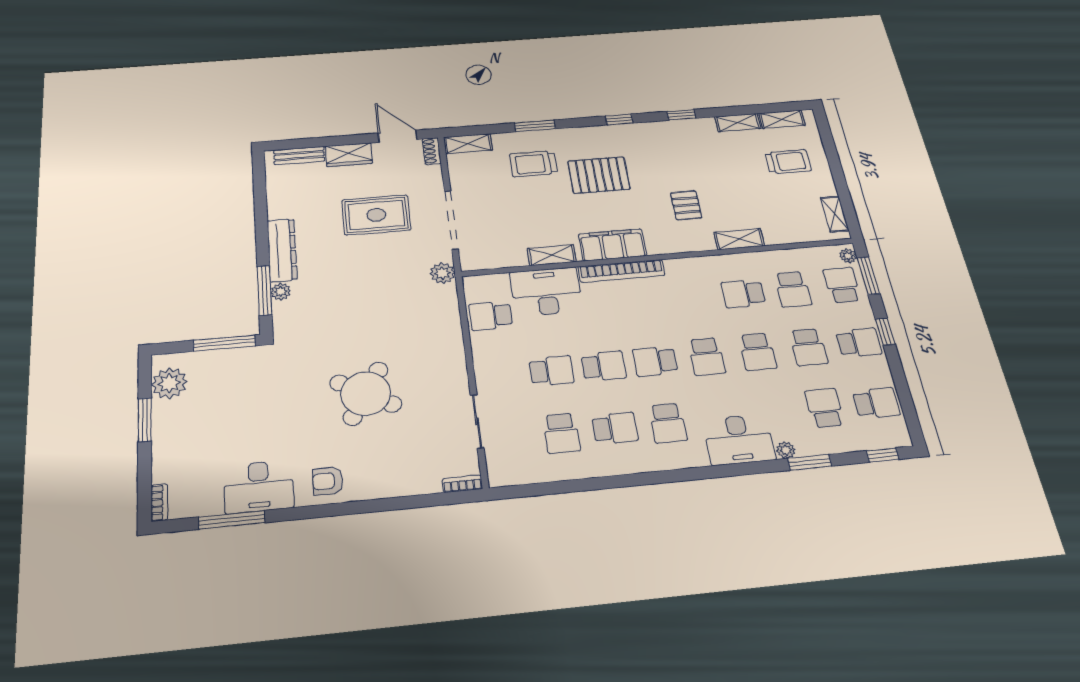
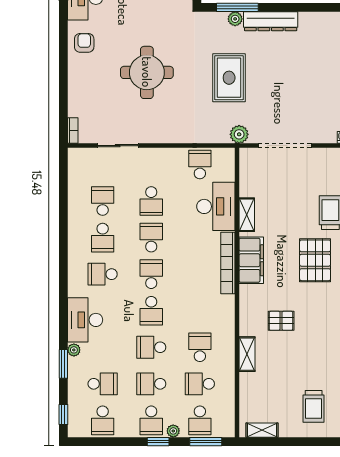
rug: (376, 215) -> (229, 78), moved
plant: (848, 256) -> (173, 431), moved
school desk: (842, 285) -> (200, 420), turned 90
school desk: (707, 357) -> (151, 311), turned -90
school desk: (604, 366) -> (151, 238), turned 180
round table: (366, 393) -> (147, 72), turned -30
school desk: (561, 433) -> (103, 201), turned 90

